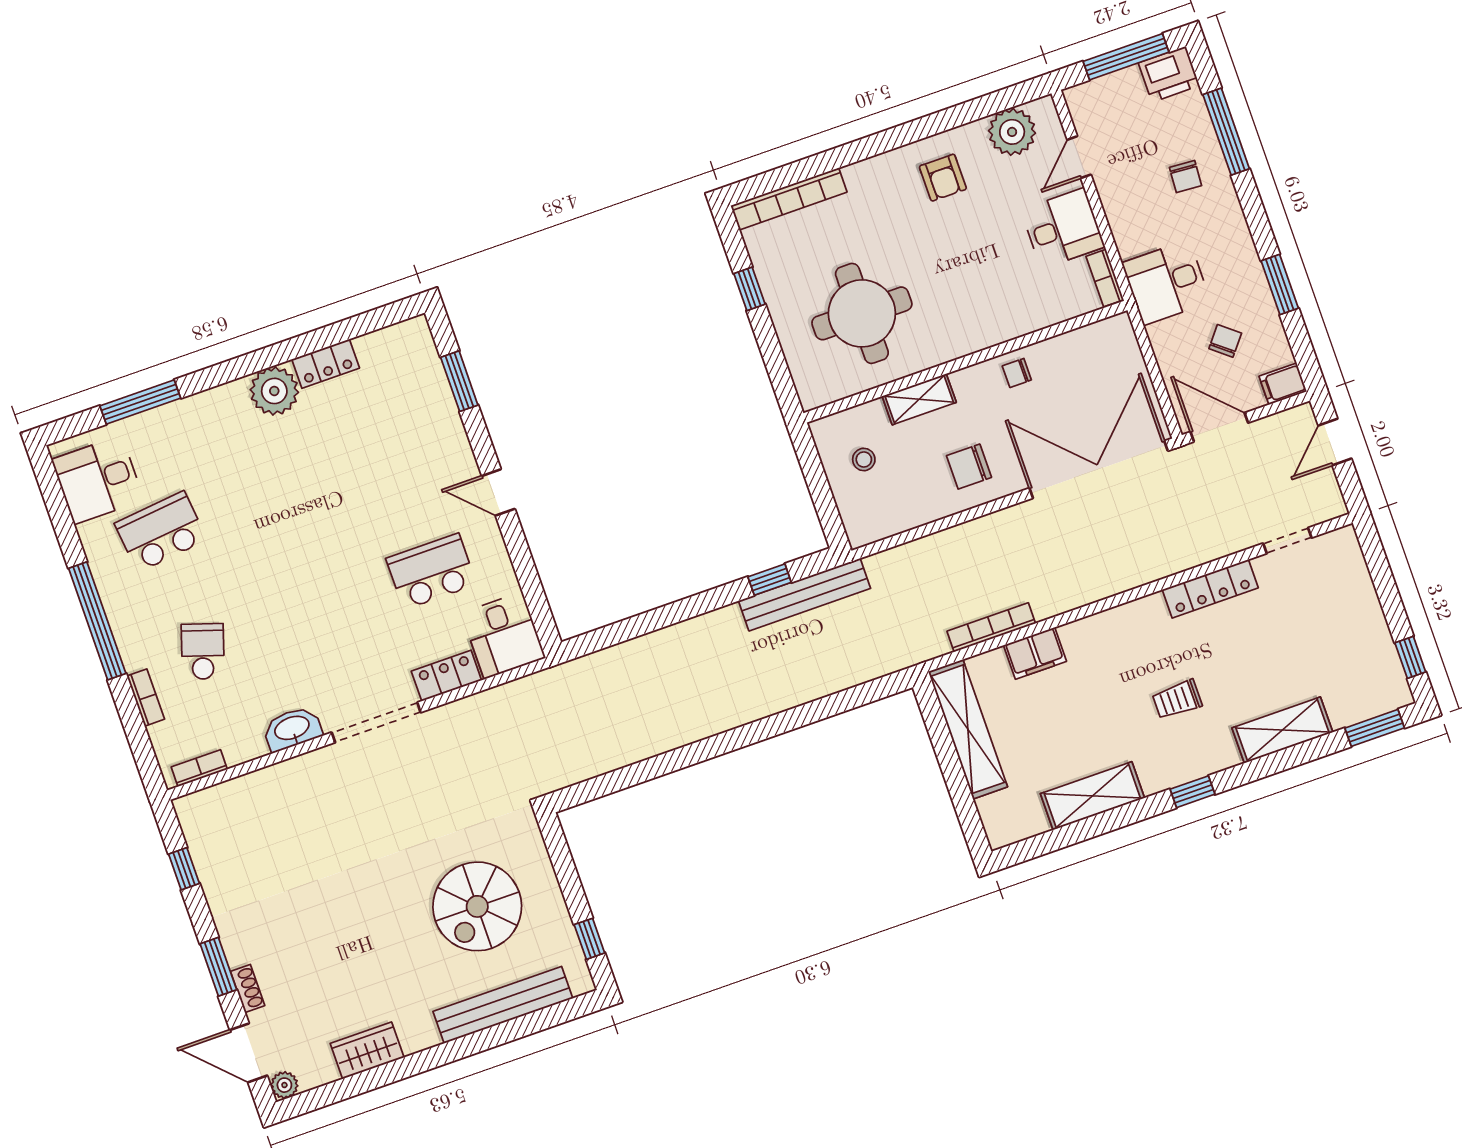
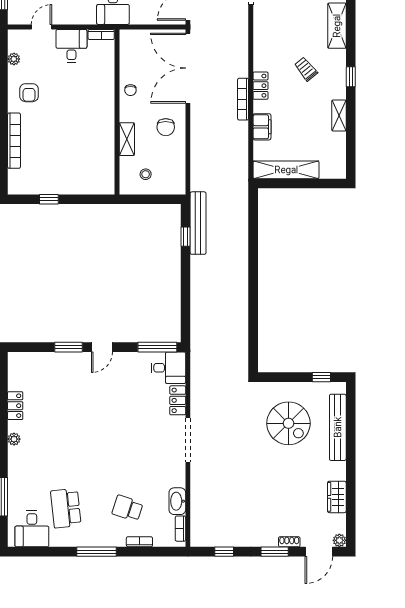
plant: (1012, 132) -> (14, 59), width x0.53, depth x0.53
door: (1079, 157) -> (41, 27), swing flipped
armchair: (943, 178) -> (29, 93), turned 90
bookcase: (789, 199) -> (14, 141), moved
round table: (862, 313) -> (78, 152), removed
window: (459, 381) -> (69, 347), moved
plant: (274, 391) -> (14, 439), width x0.53, depth x0.53
school desk: (431, 571) -> (127, 391), removed
locker: (1210, 589) -> (261, 86), moved, width x0.66
window: (536, 600) -> (157, 347), added
window: (97, 621) -> (96, 552), width x0.68
bookcase: (991, 627) -> (243, 99), moved
trolley: (1177, 699) -> (306, 69), turned 141
washbasin: (292, 729) -> (177, 501), moved
shelving: (1092, 796) -> (339, 116), width x0.67, depth x0.75

